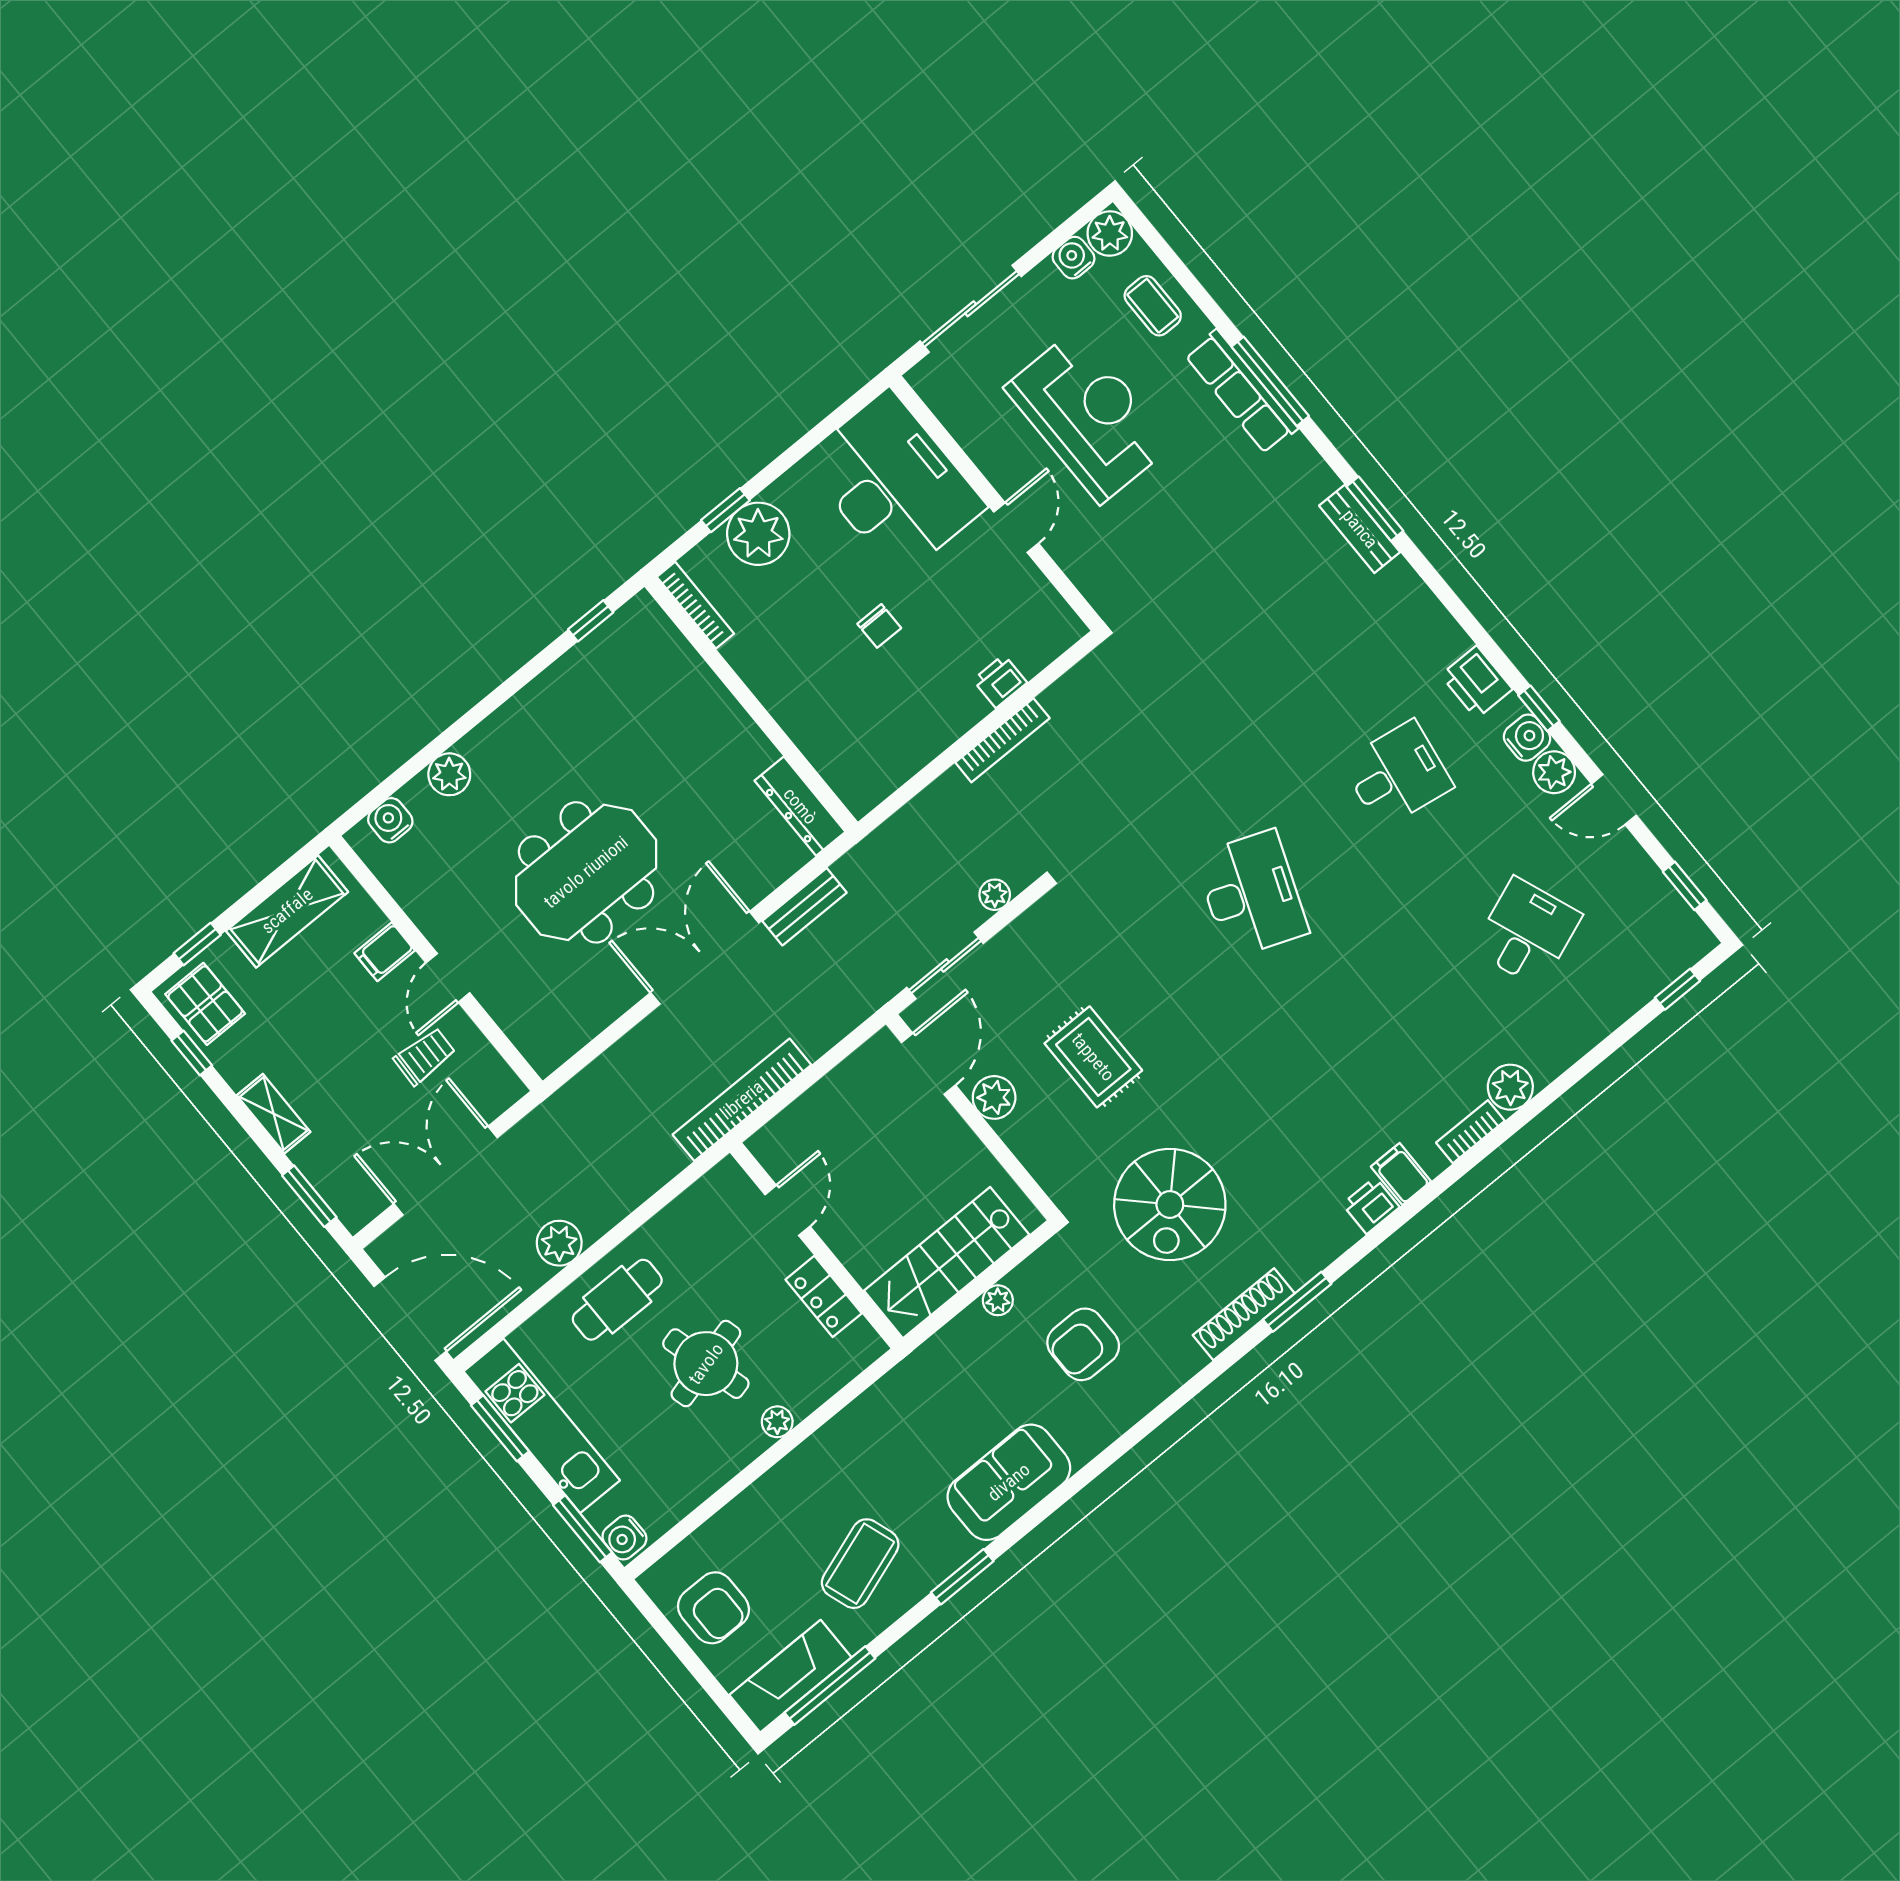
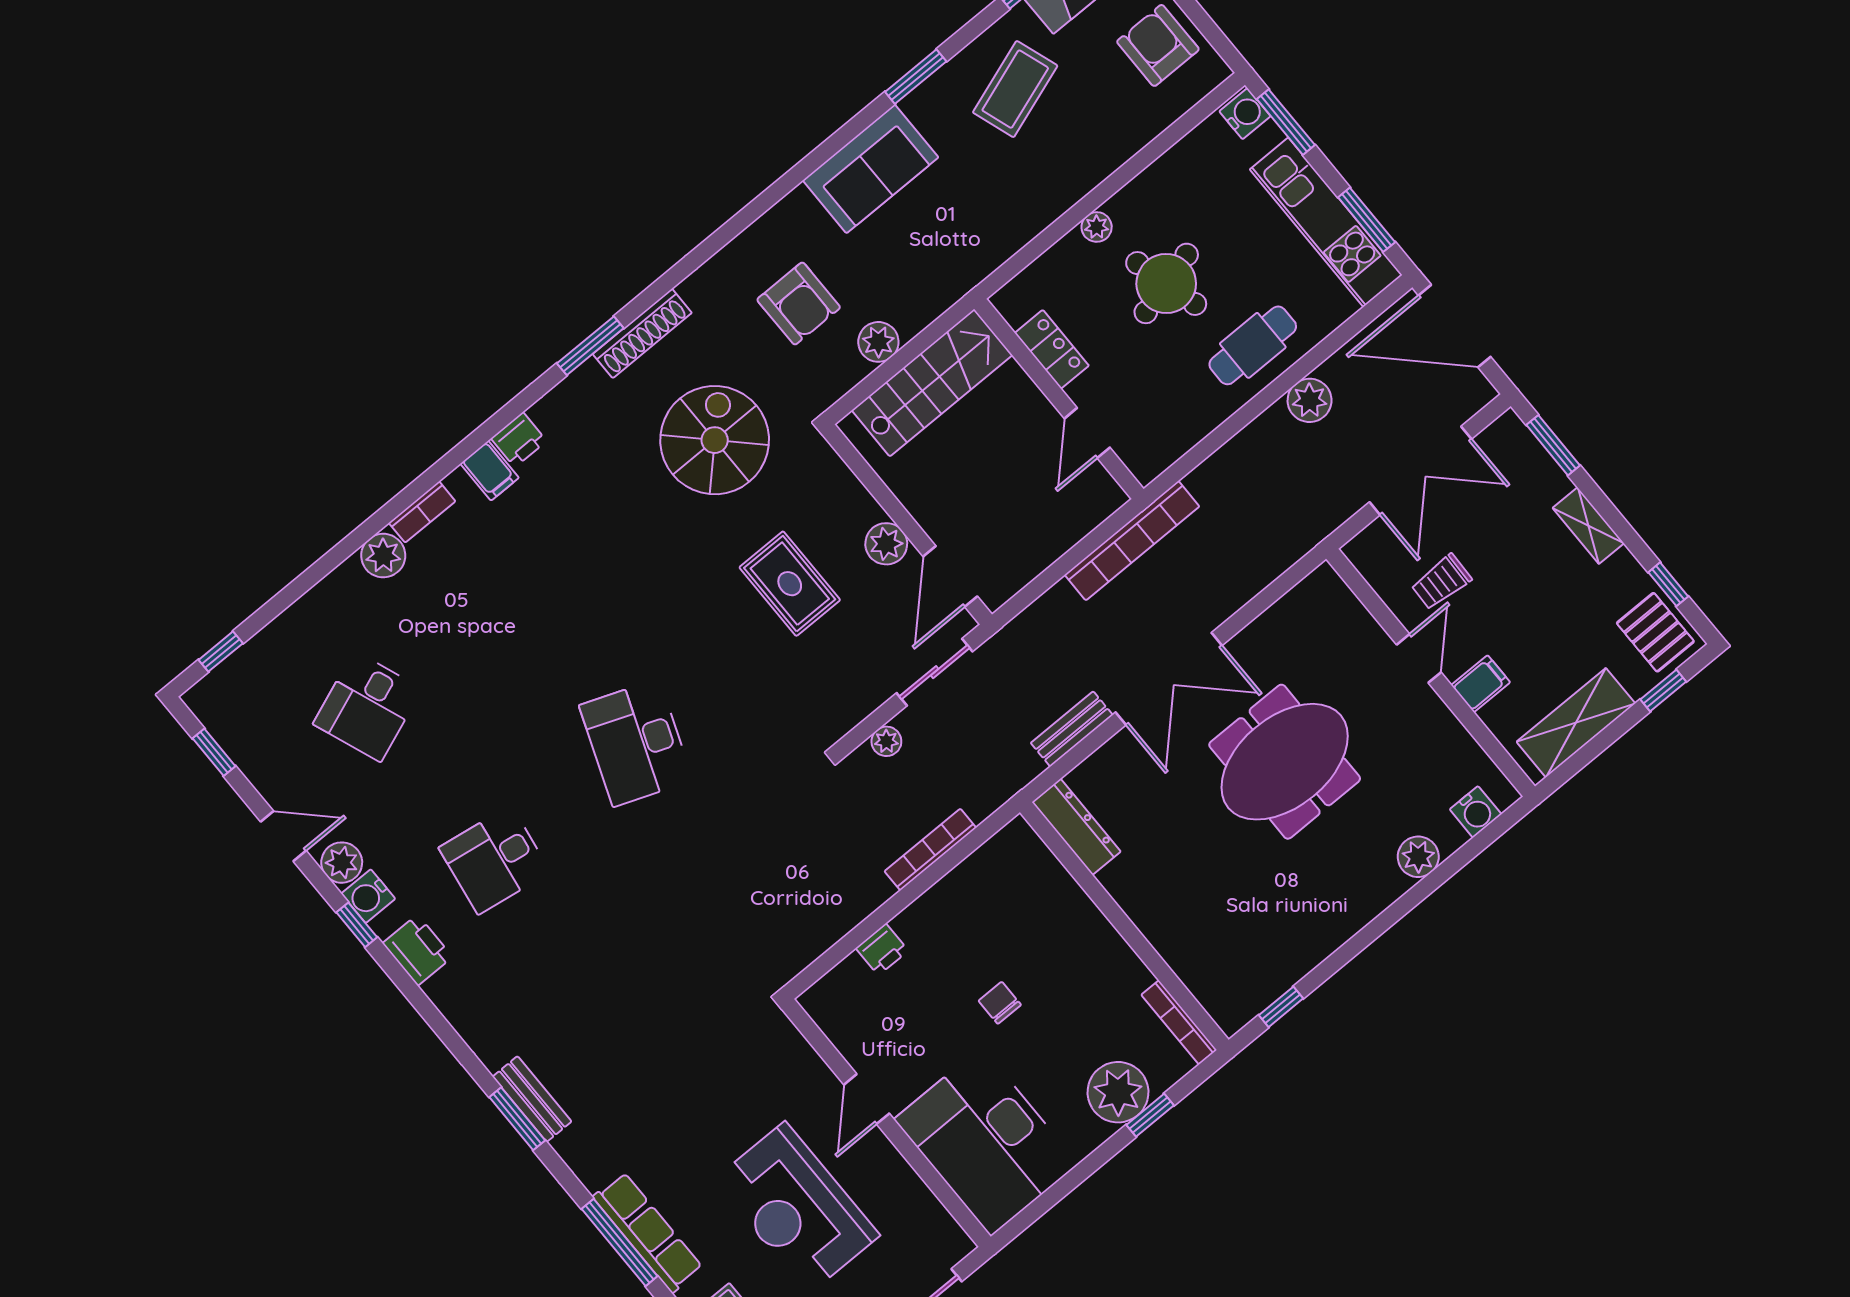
bookcase: (1002, 740) -> (930, 850), moved
plant: (998, 1300) -> (878, 342), width x1.38, depth x1.38
armchair: (1083, 1344) -> (799, 304), turned 90

